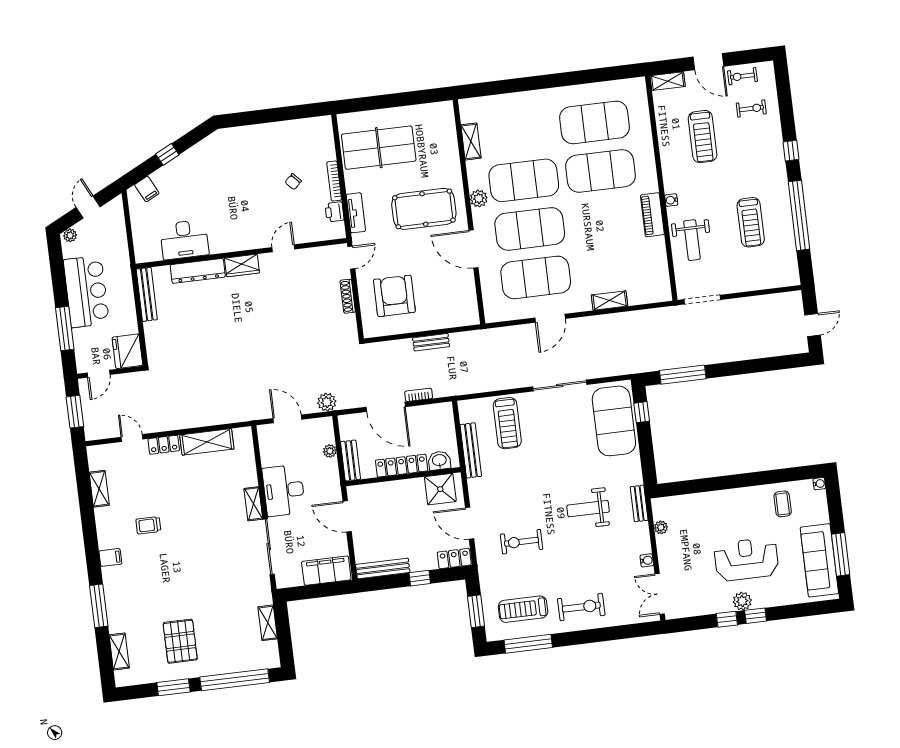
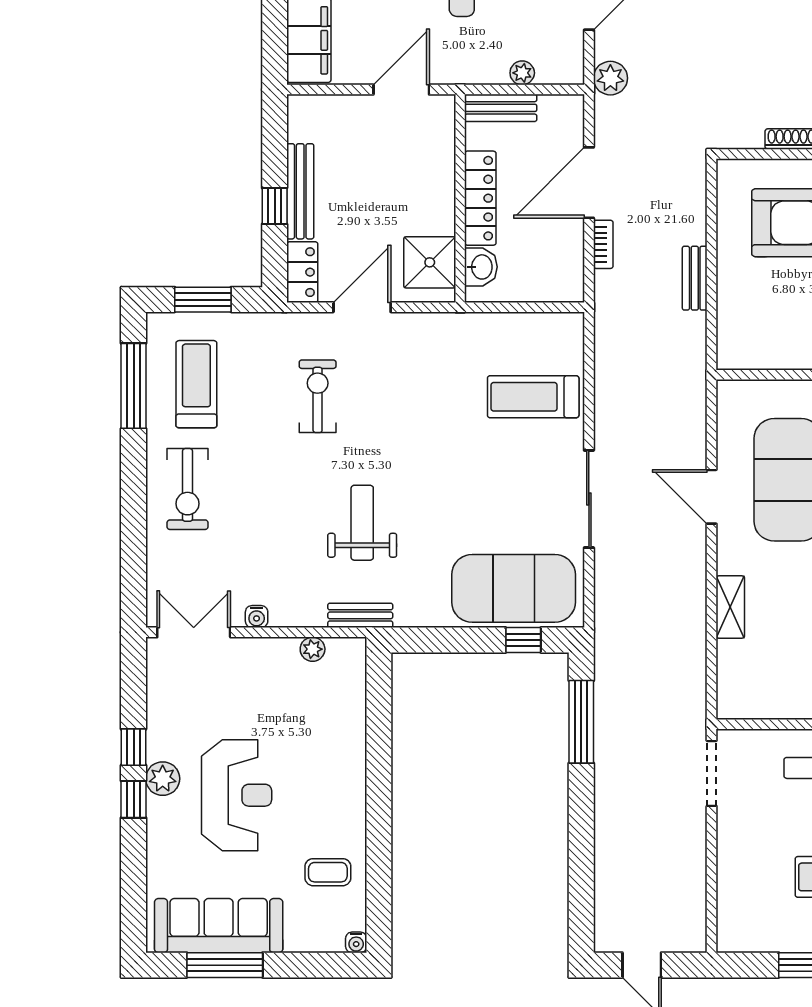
bench: (471, 450) -> (492, 326), removed
bench: (383, 568) -> (300, 191), moved

